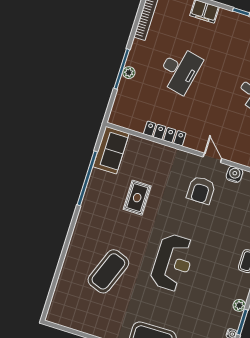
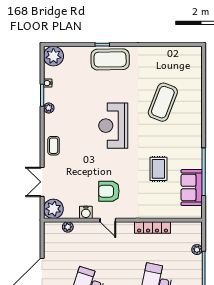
plant: (129, 73) -> (197, 250), moved
sofa: (111, 150) -> (192, 188), moved
armchair: (201, 190) -> (109, 191), turned -90

